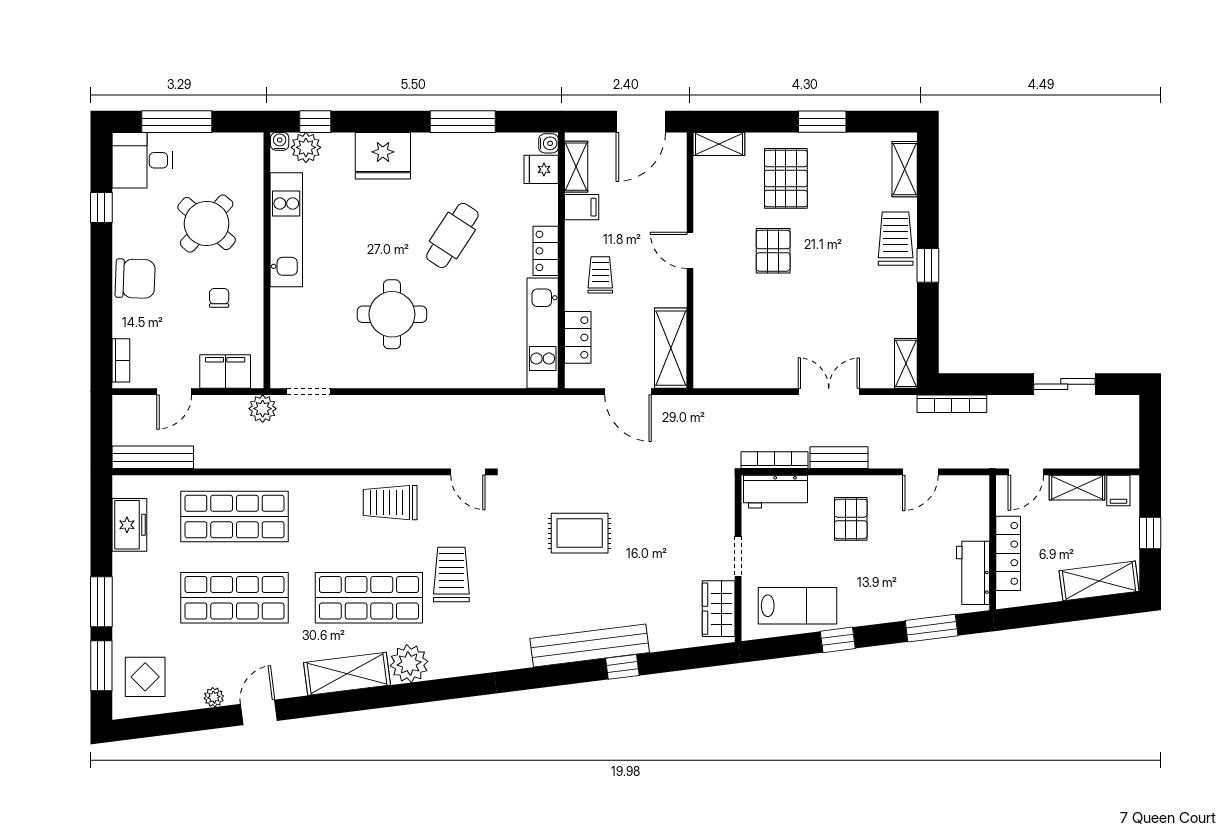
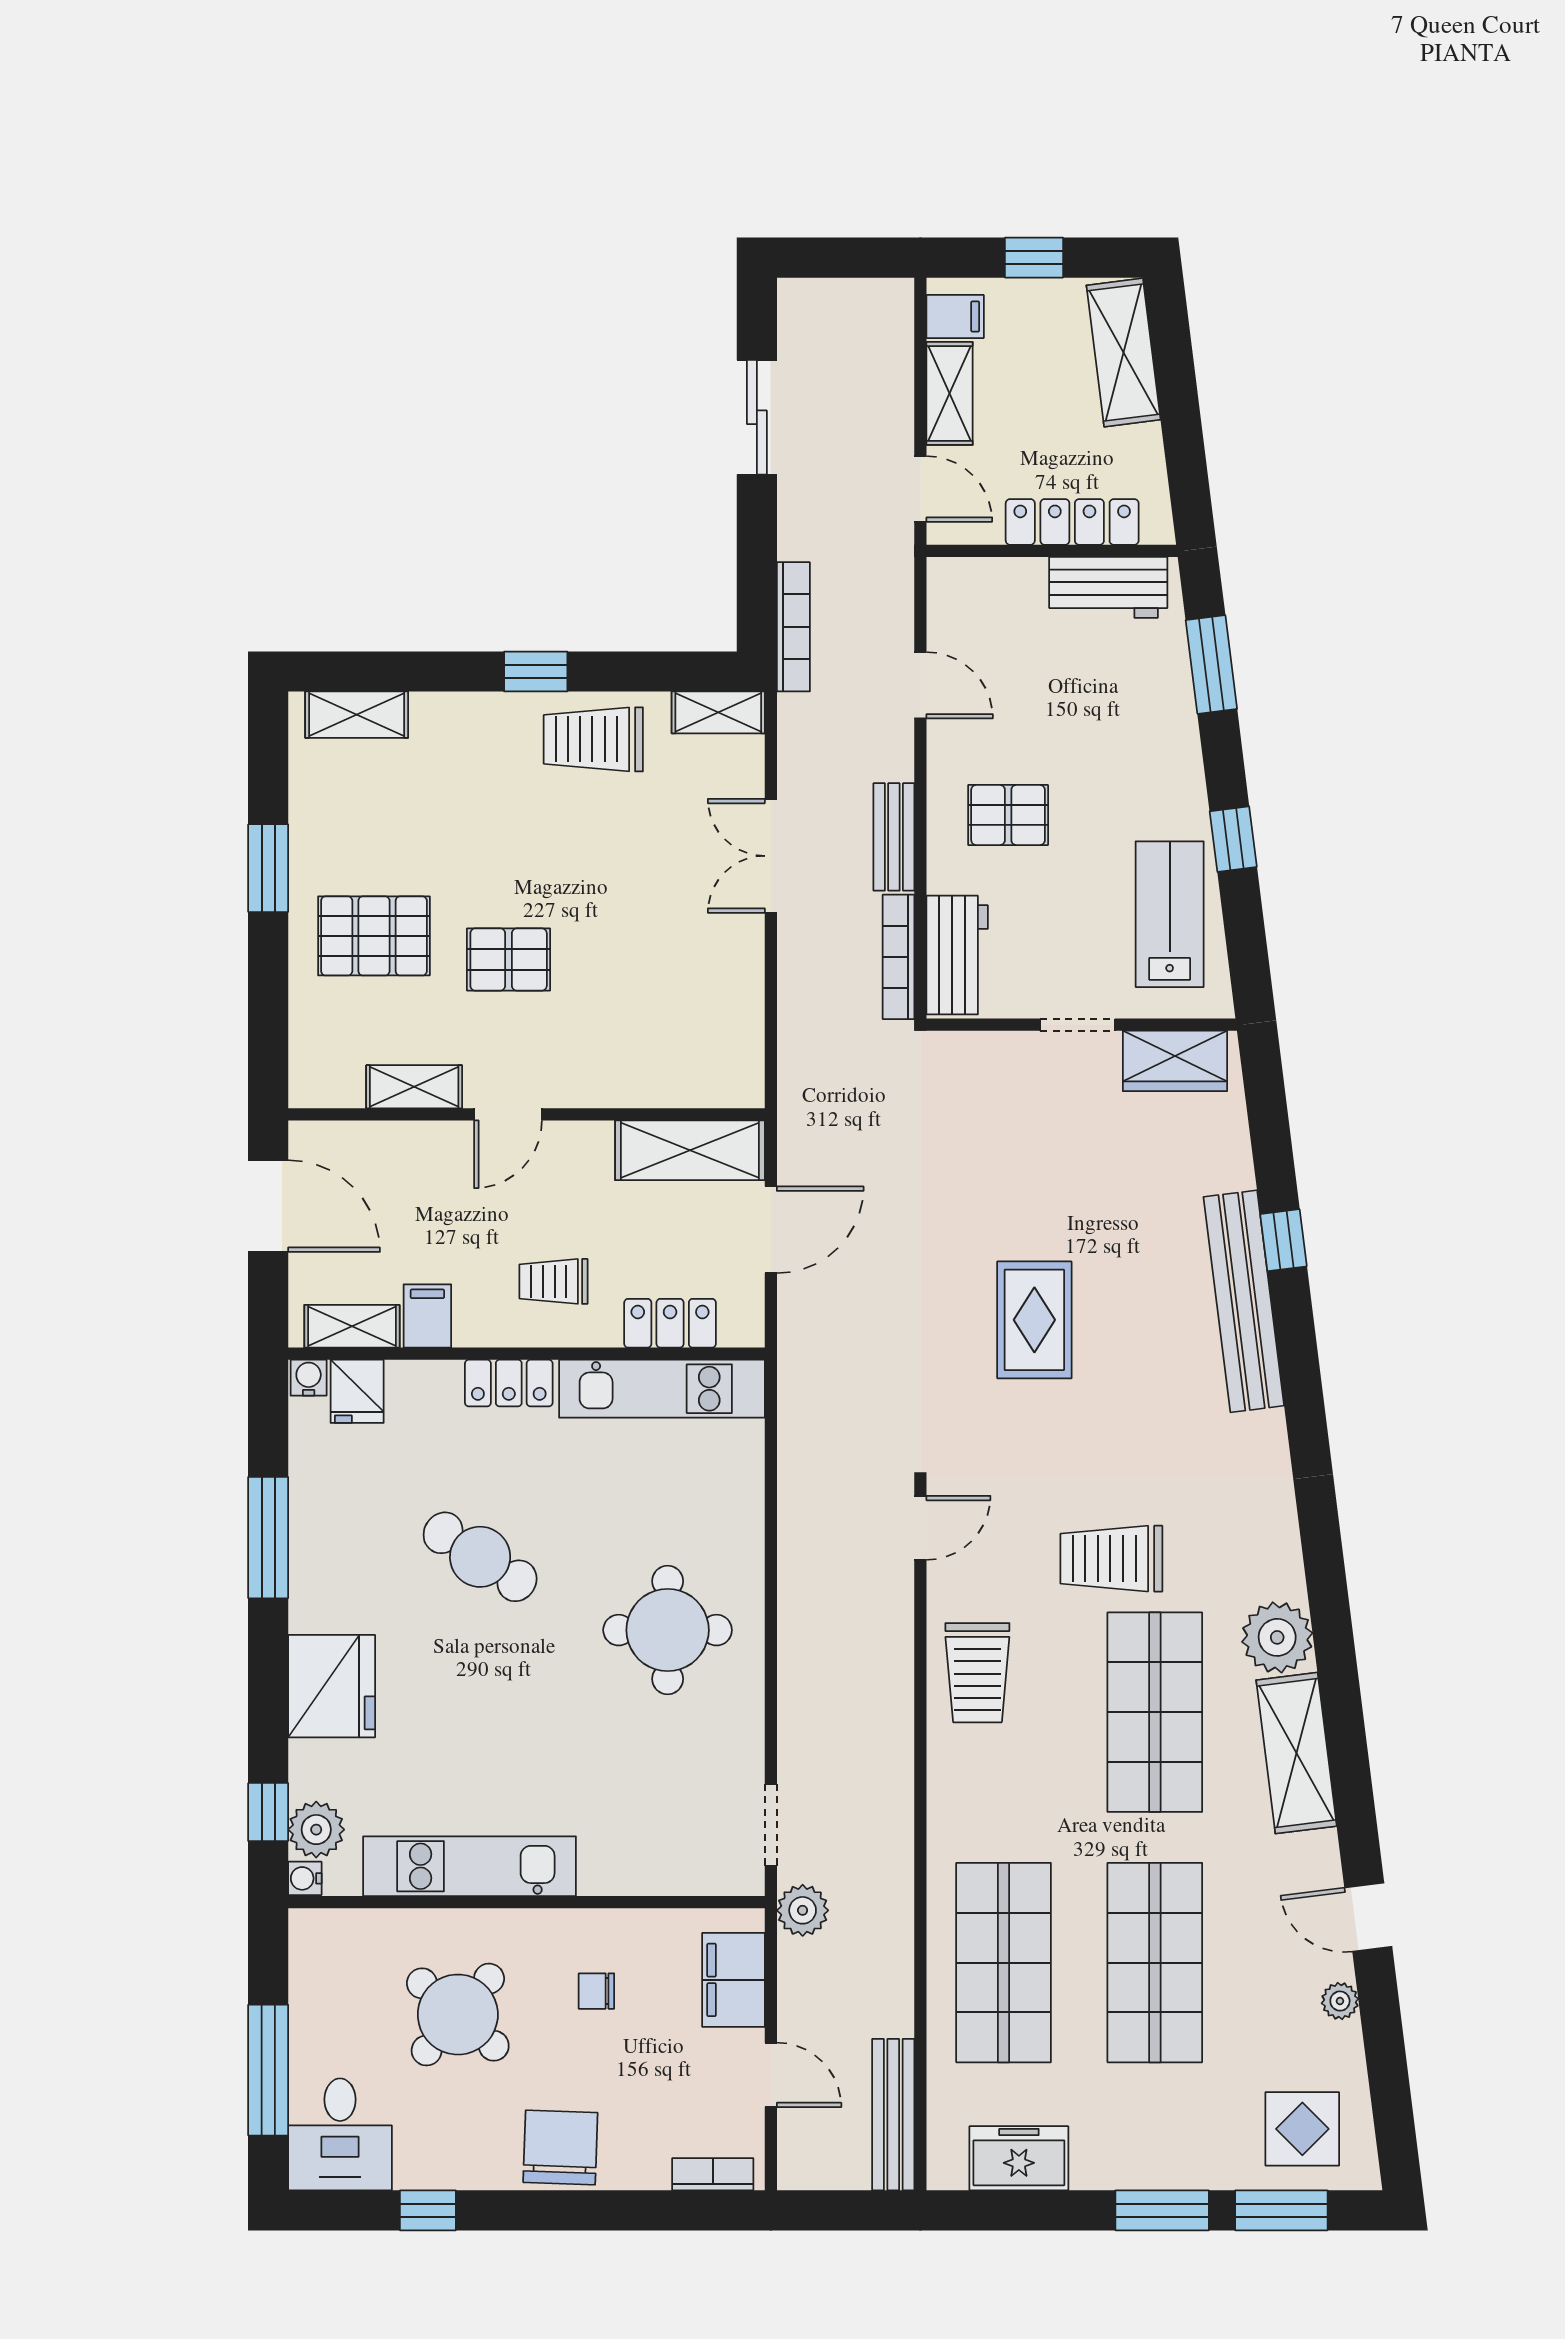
shelving: (719, 144) -> (414, 1087), moved, turned 90
trolley: (896, 239) -> (593, 739), moved
round table: (392, 314) -> (668, 1630), moved

